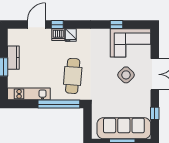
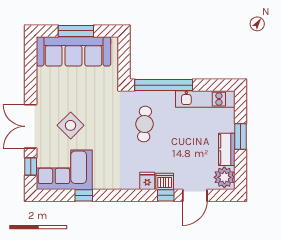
plant: (15, 38) -> (224, 177), added
cafe table: (73, 76) -> (145, 124), width x0.73, depth x0.74
window: (155, 113) -> (31, 167), moved

